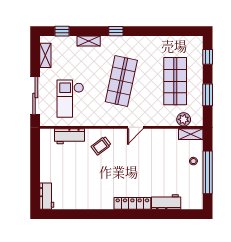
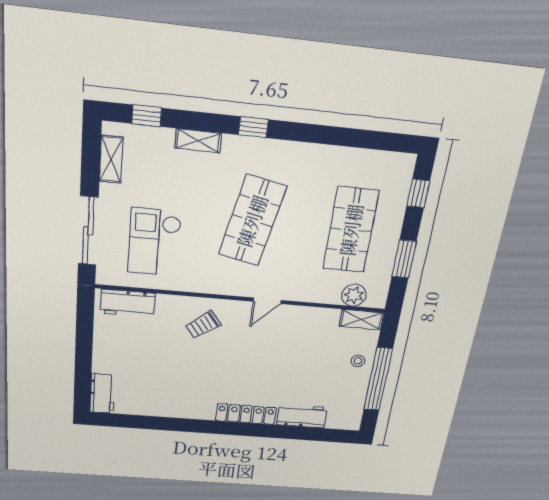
workbench: (70, 136) -> (128, 303), moved

